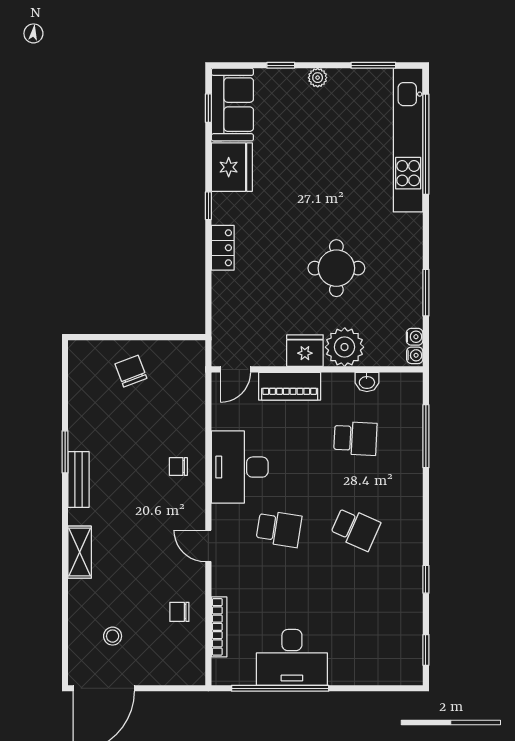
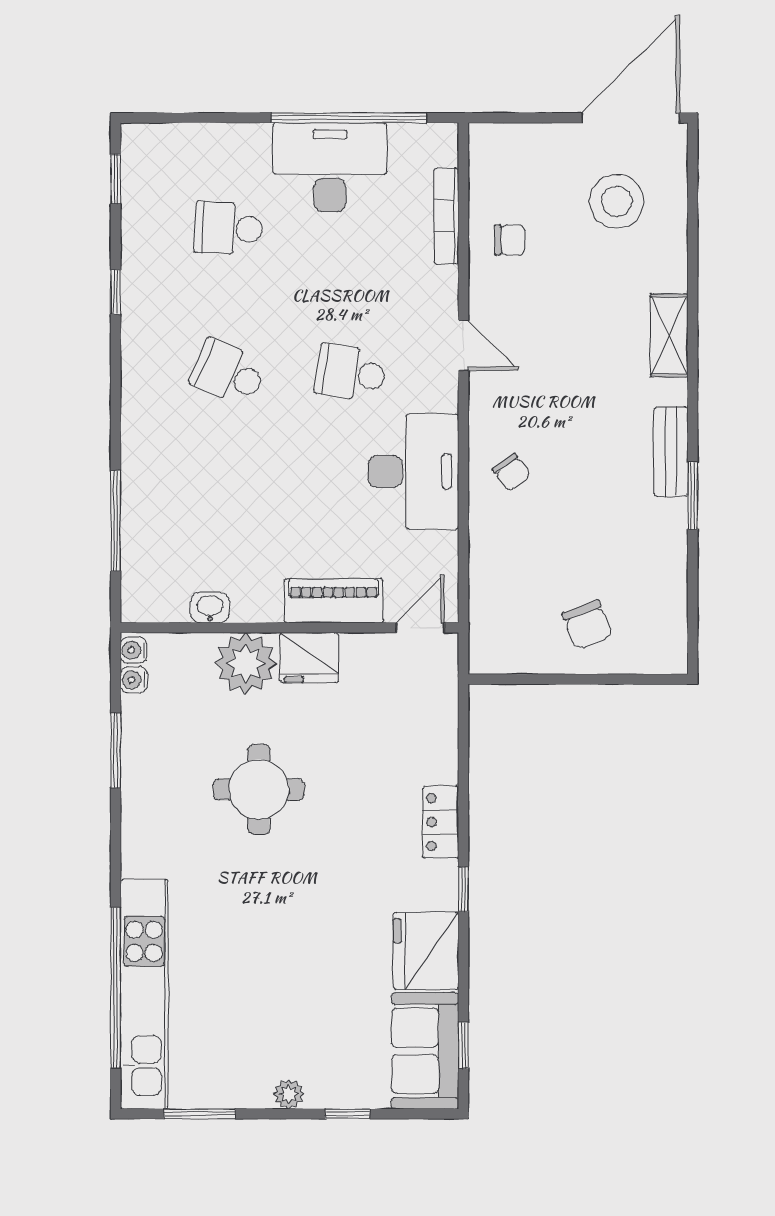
school desk: (355, 438) -> (228, 228), moved
chair: (178, 467) -> (511, 472), turned 54
stool: (113, 636) -> (617, 201), width x1.89, depth x1.89

